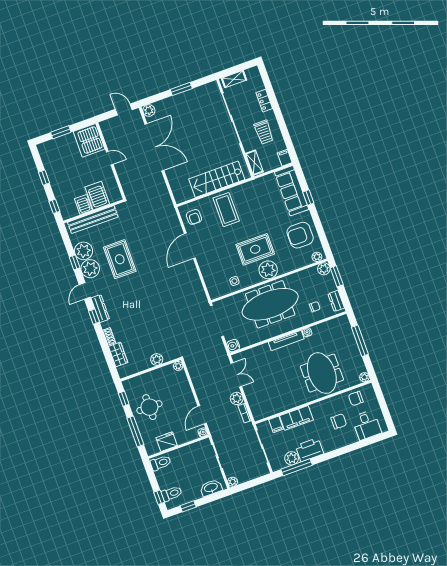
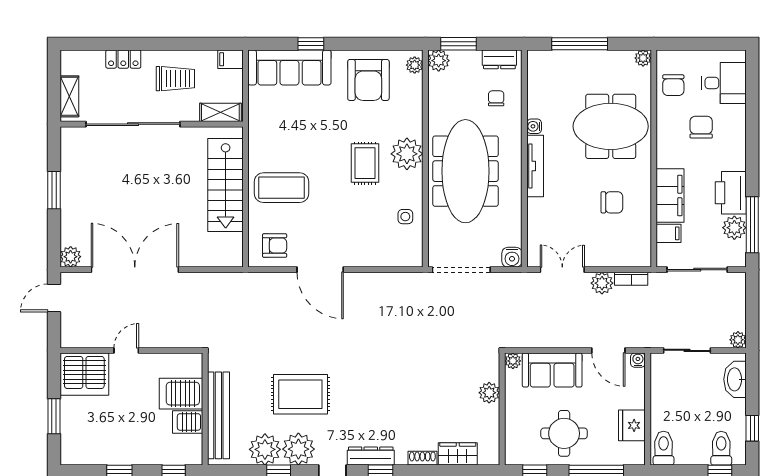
rug: (255, 249) -> (365, 163), width x0.73, depth x0.70
chair: (282, 388) -> (612, 202), added
sofa: (181, 389) -> (552, 370), added

